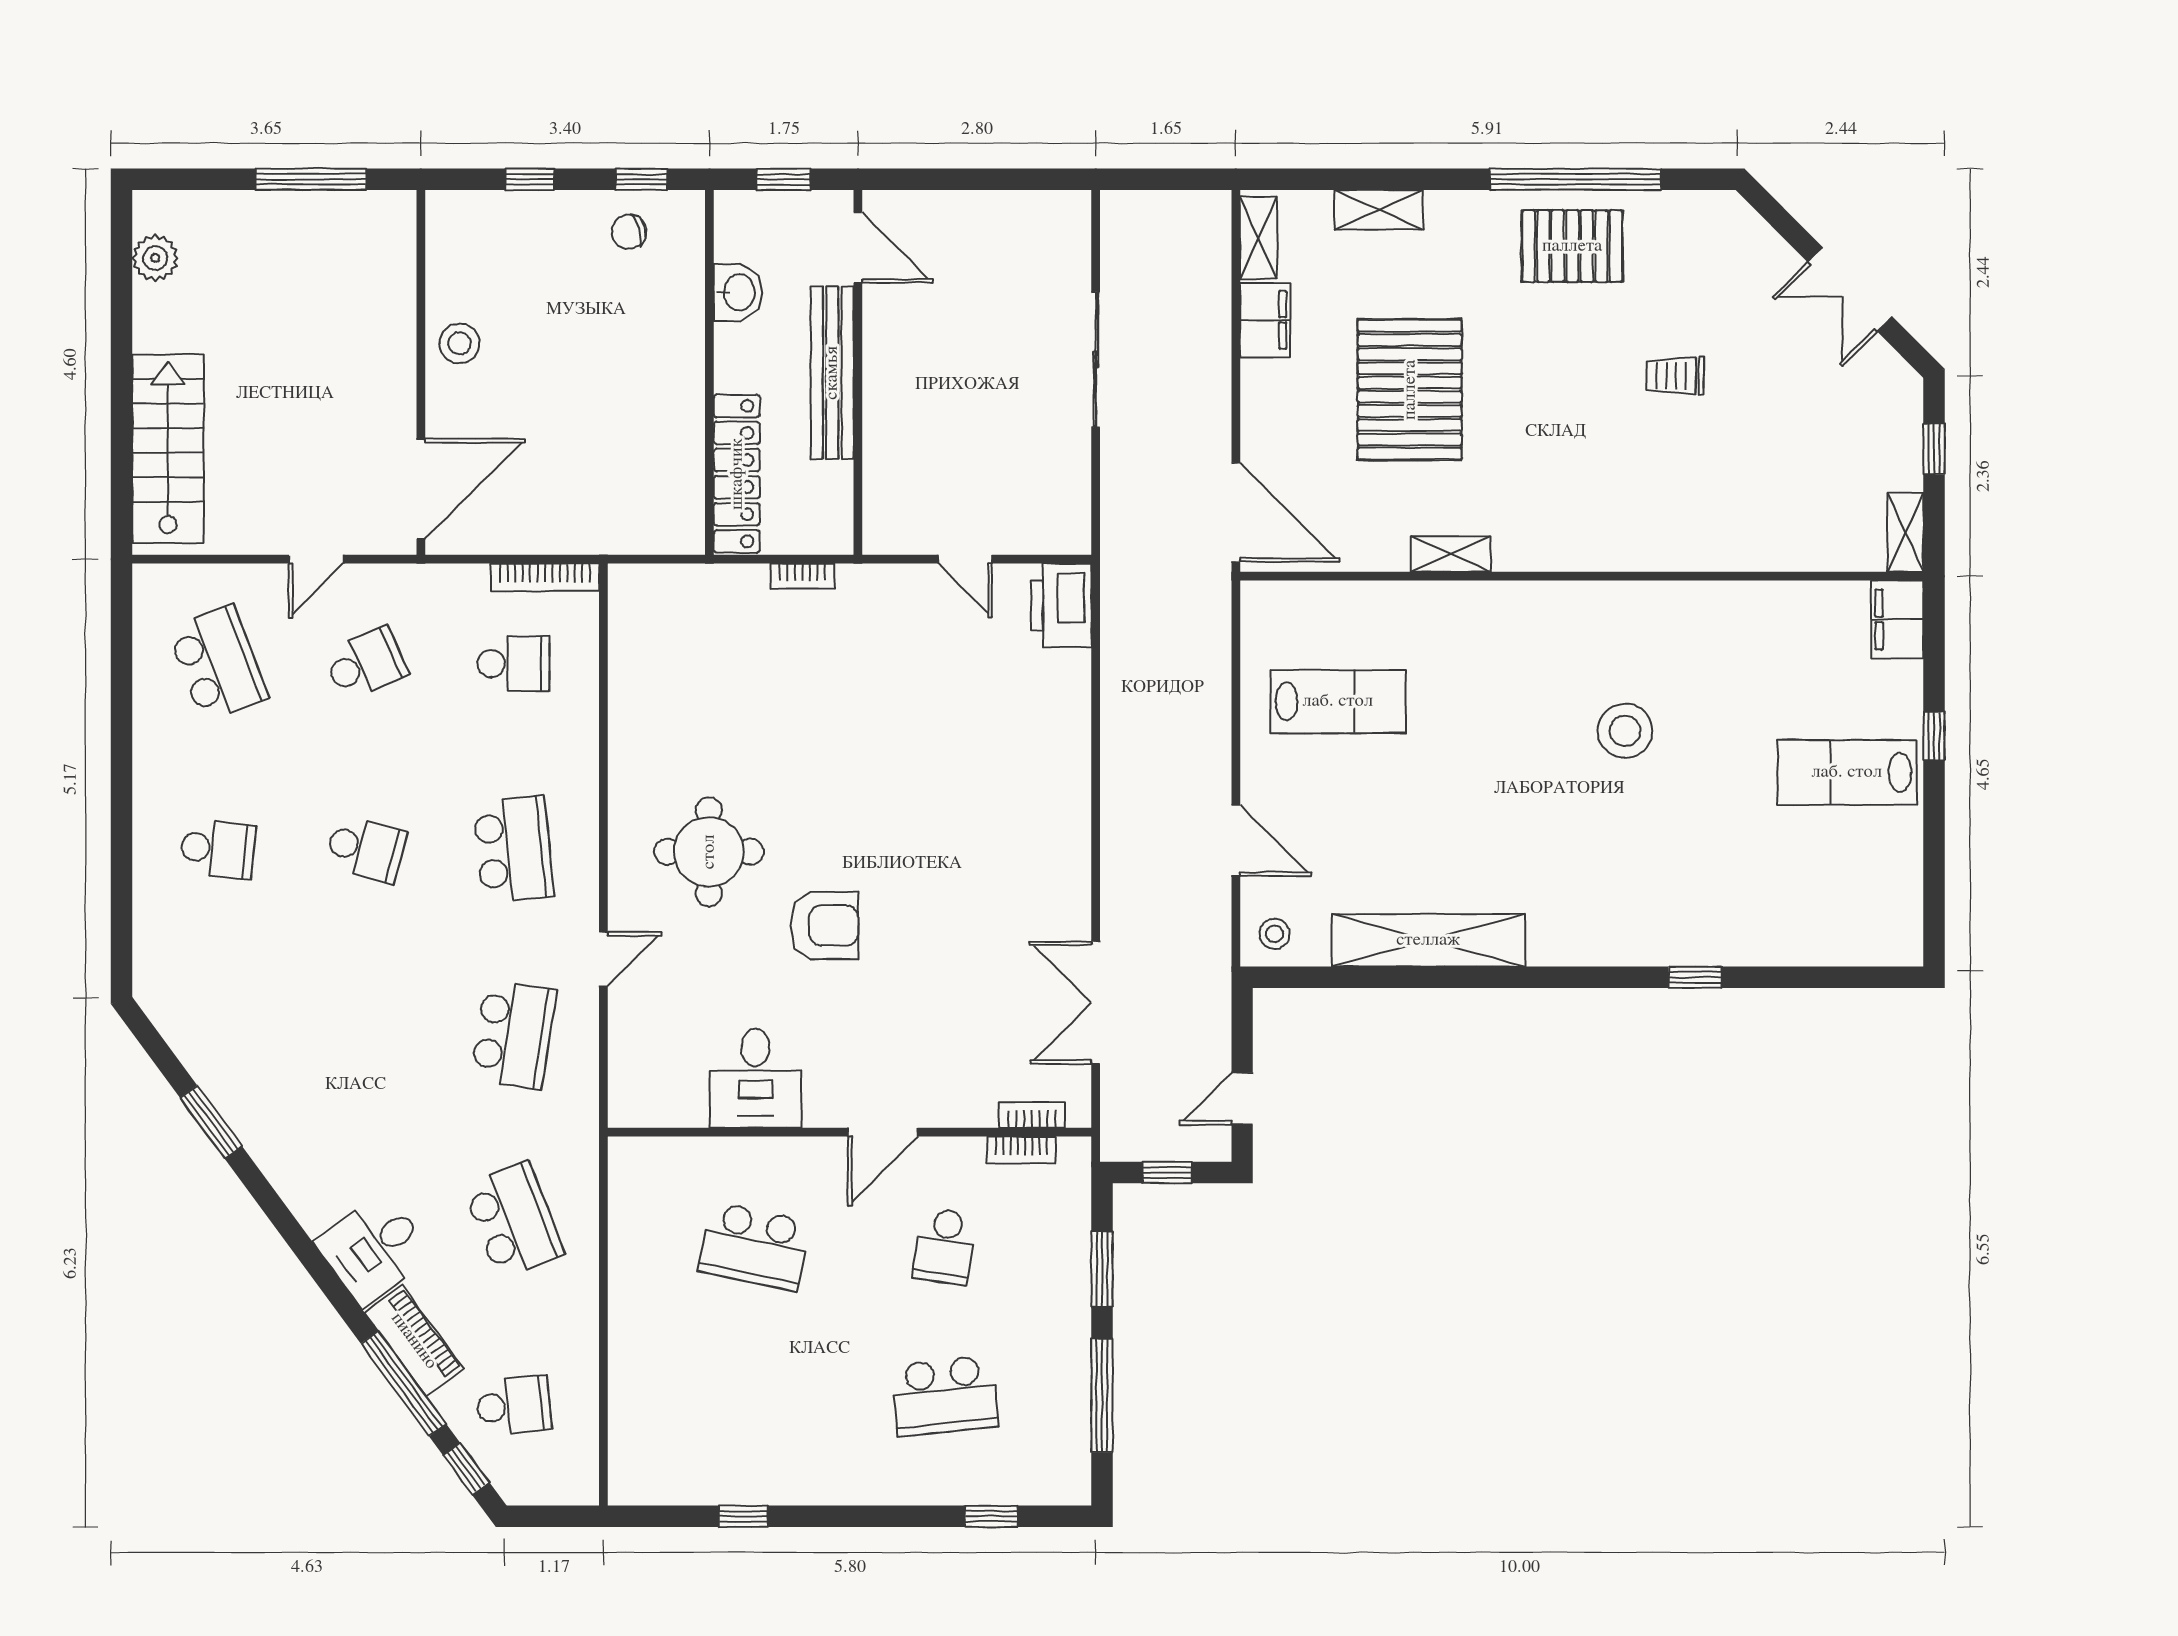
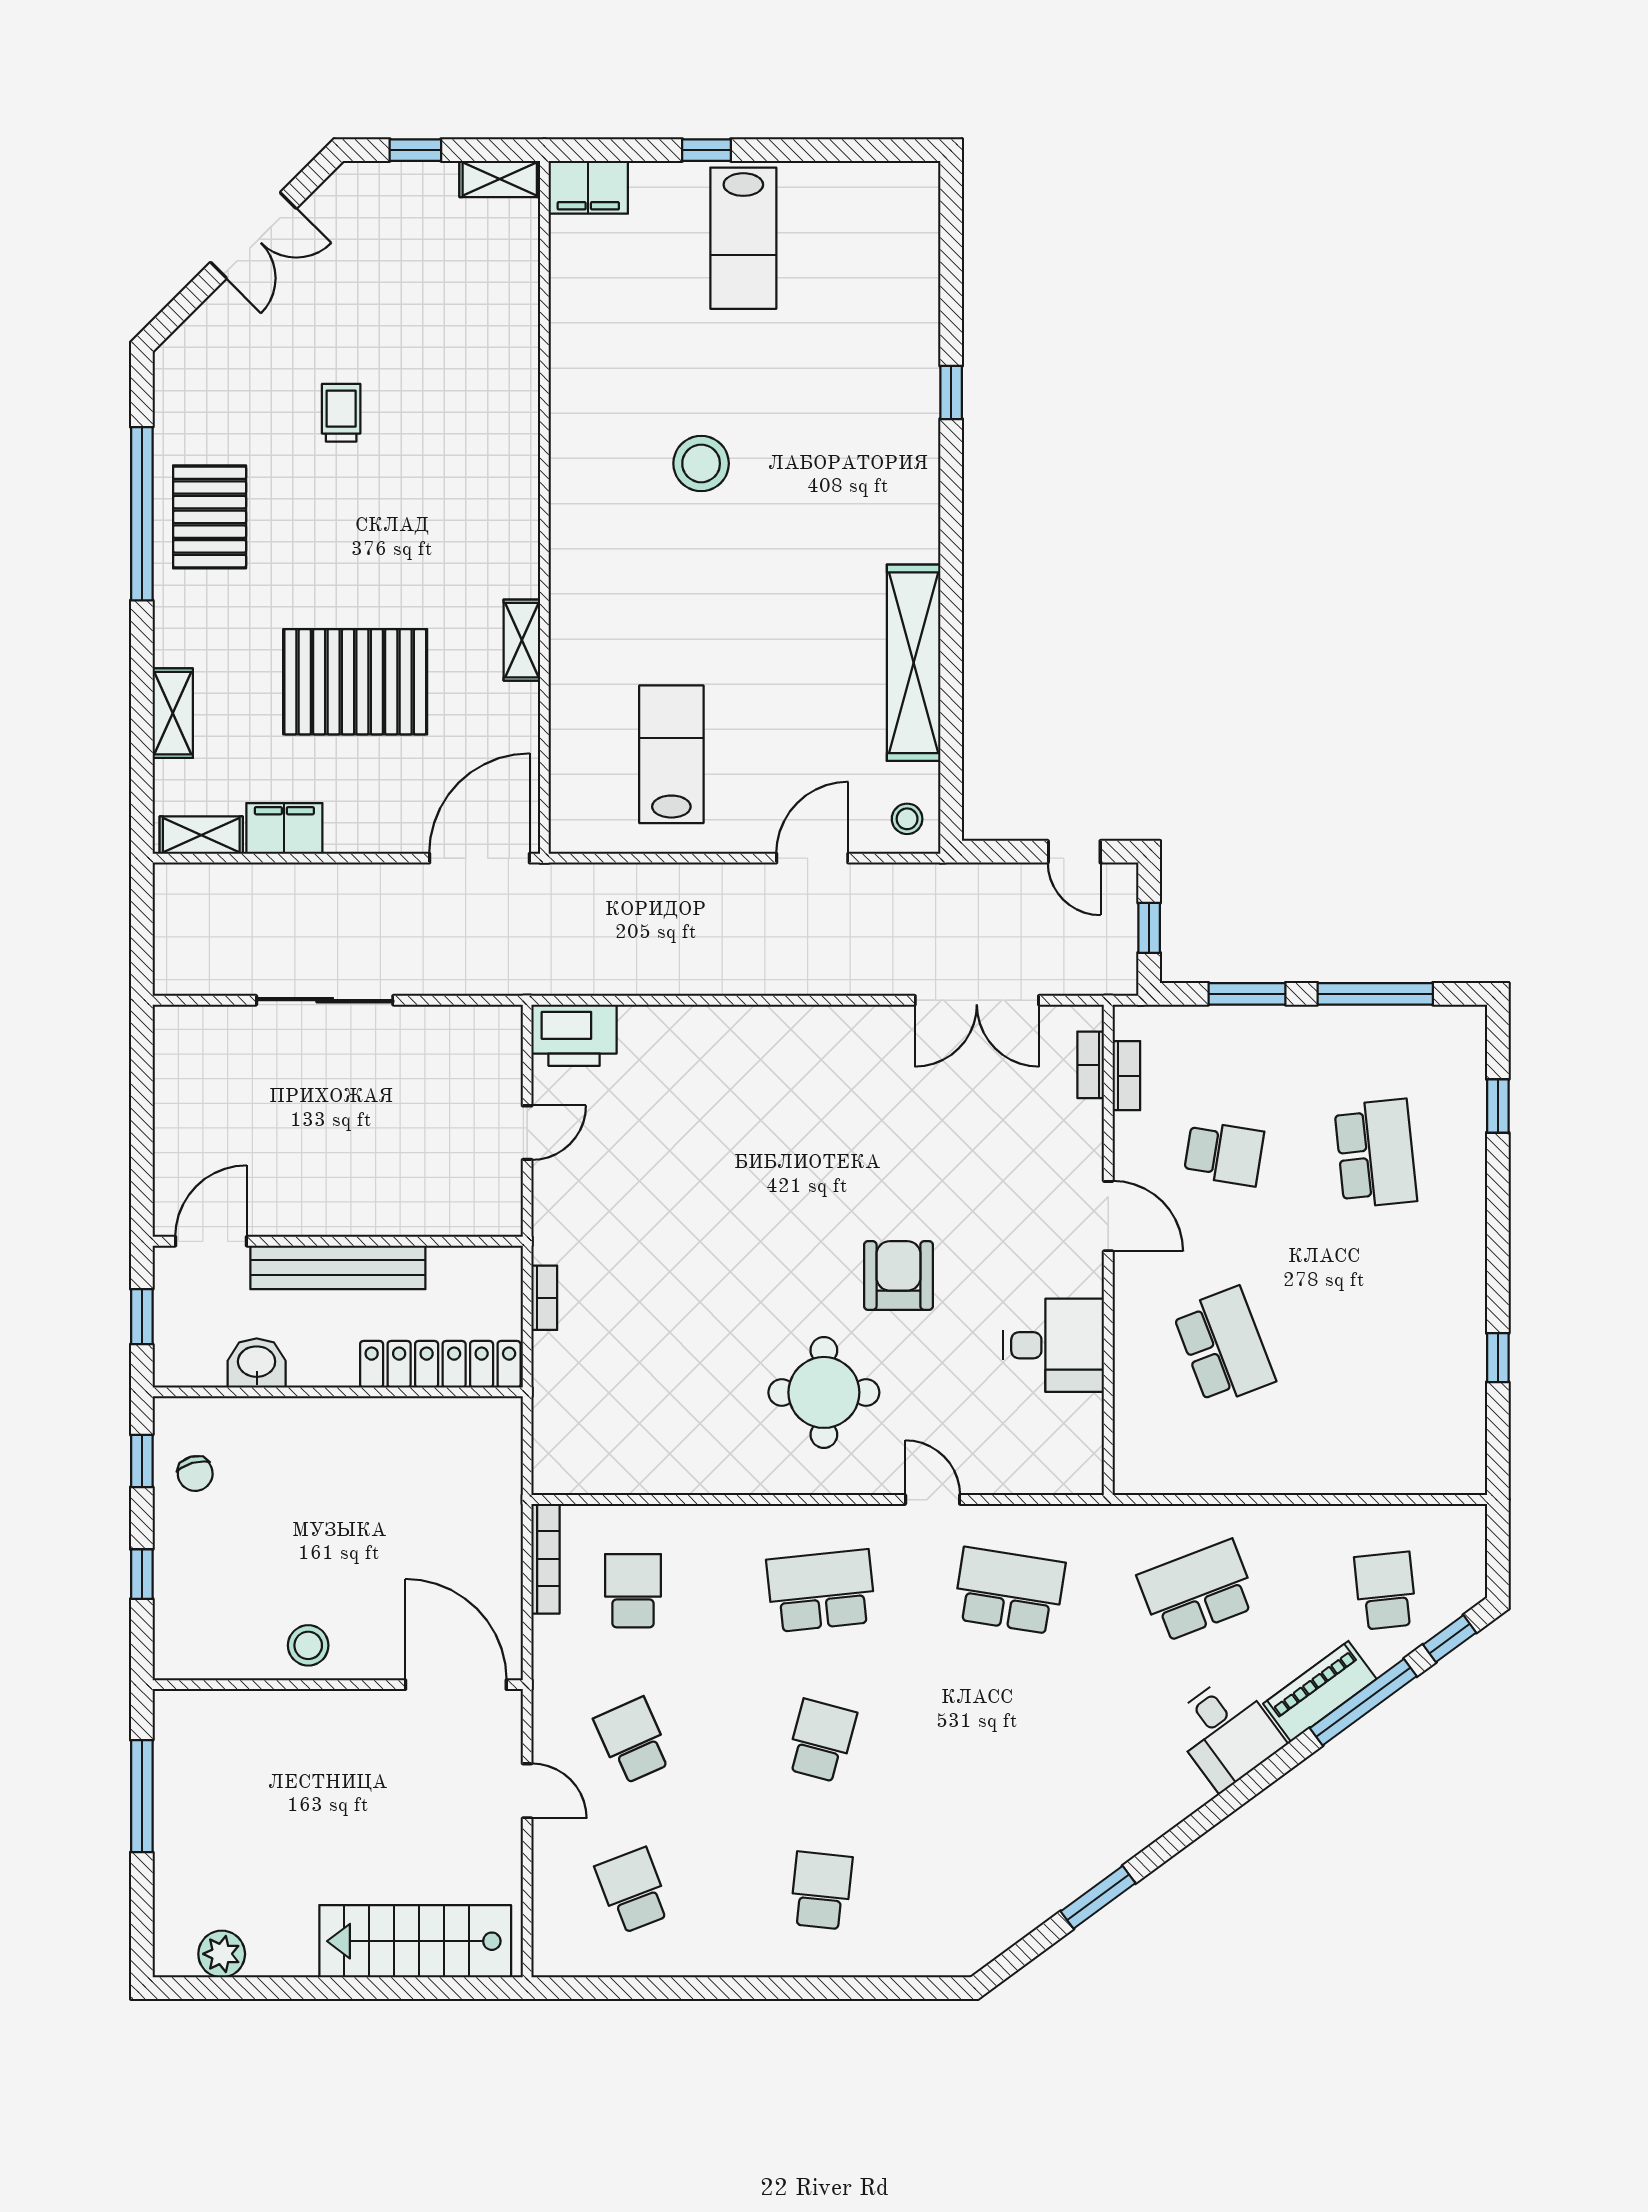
trolley: (1675, 376) -> (341, 413), turned 180
school desk: (218, 664) -> (633, 1890), width x0.54
school desk: (754, 1246) -> (1224, 1346), turned -33

